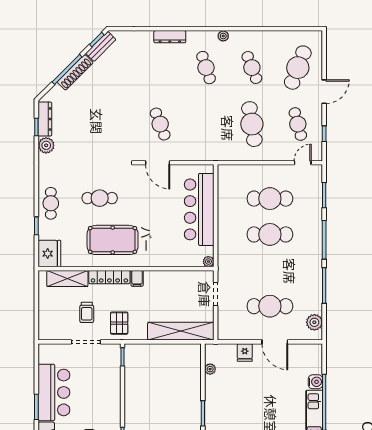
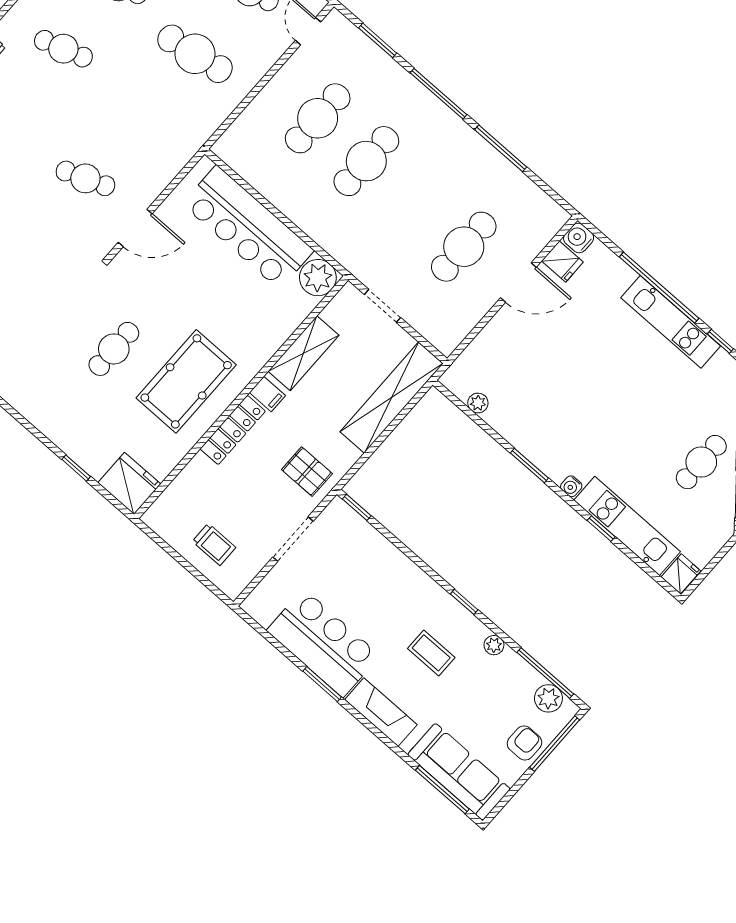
cafe table: (51, 203) -> (63, 422), removed
plant: (208, 262) -> (318, 278), width x1.87, depth x1.87
shelving: (67, 278) -> (303, 353), moved
trolley: (87, 312) -> (214, 544), moved
plant: (314, 322) -> (539, 206), removed
fridge: (245, 353) -> (562, 261), moved
water cooler: (315, 382) -> (579, 238), moved, turned -90

